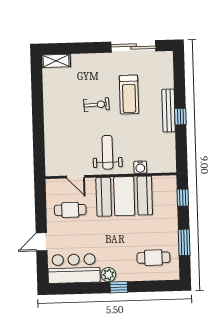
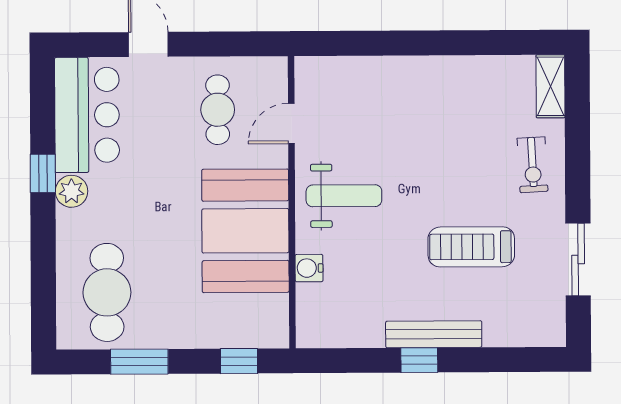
sliding door: (133, 46) -> (578, 259), width x0.73
exercise bike: (96, 105) -> (532, 165), moved
cafe table: (153, 258) -> (107, 292), width x1.37, depth x1.35
window: (119, 287) -> (43, 173), moved

